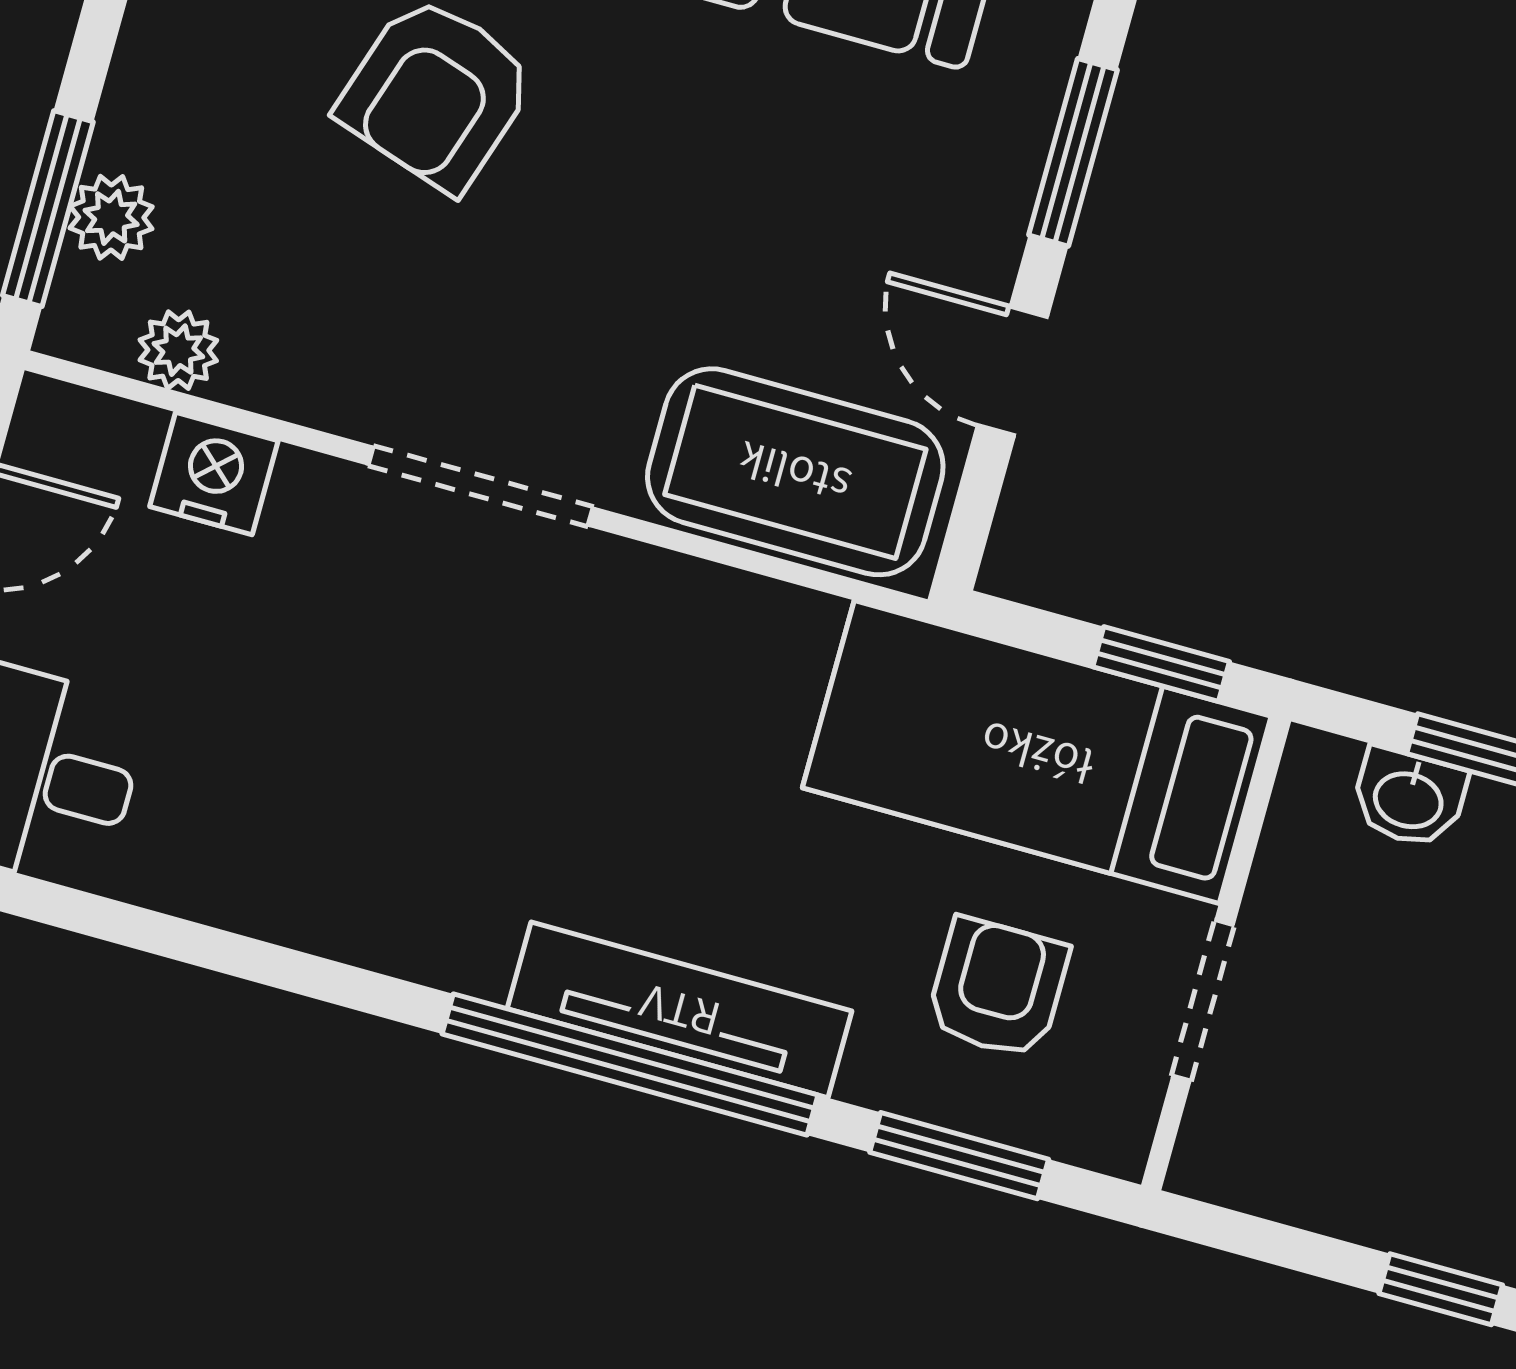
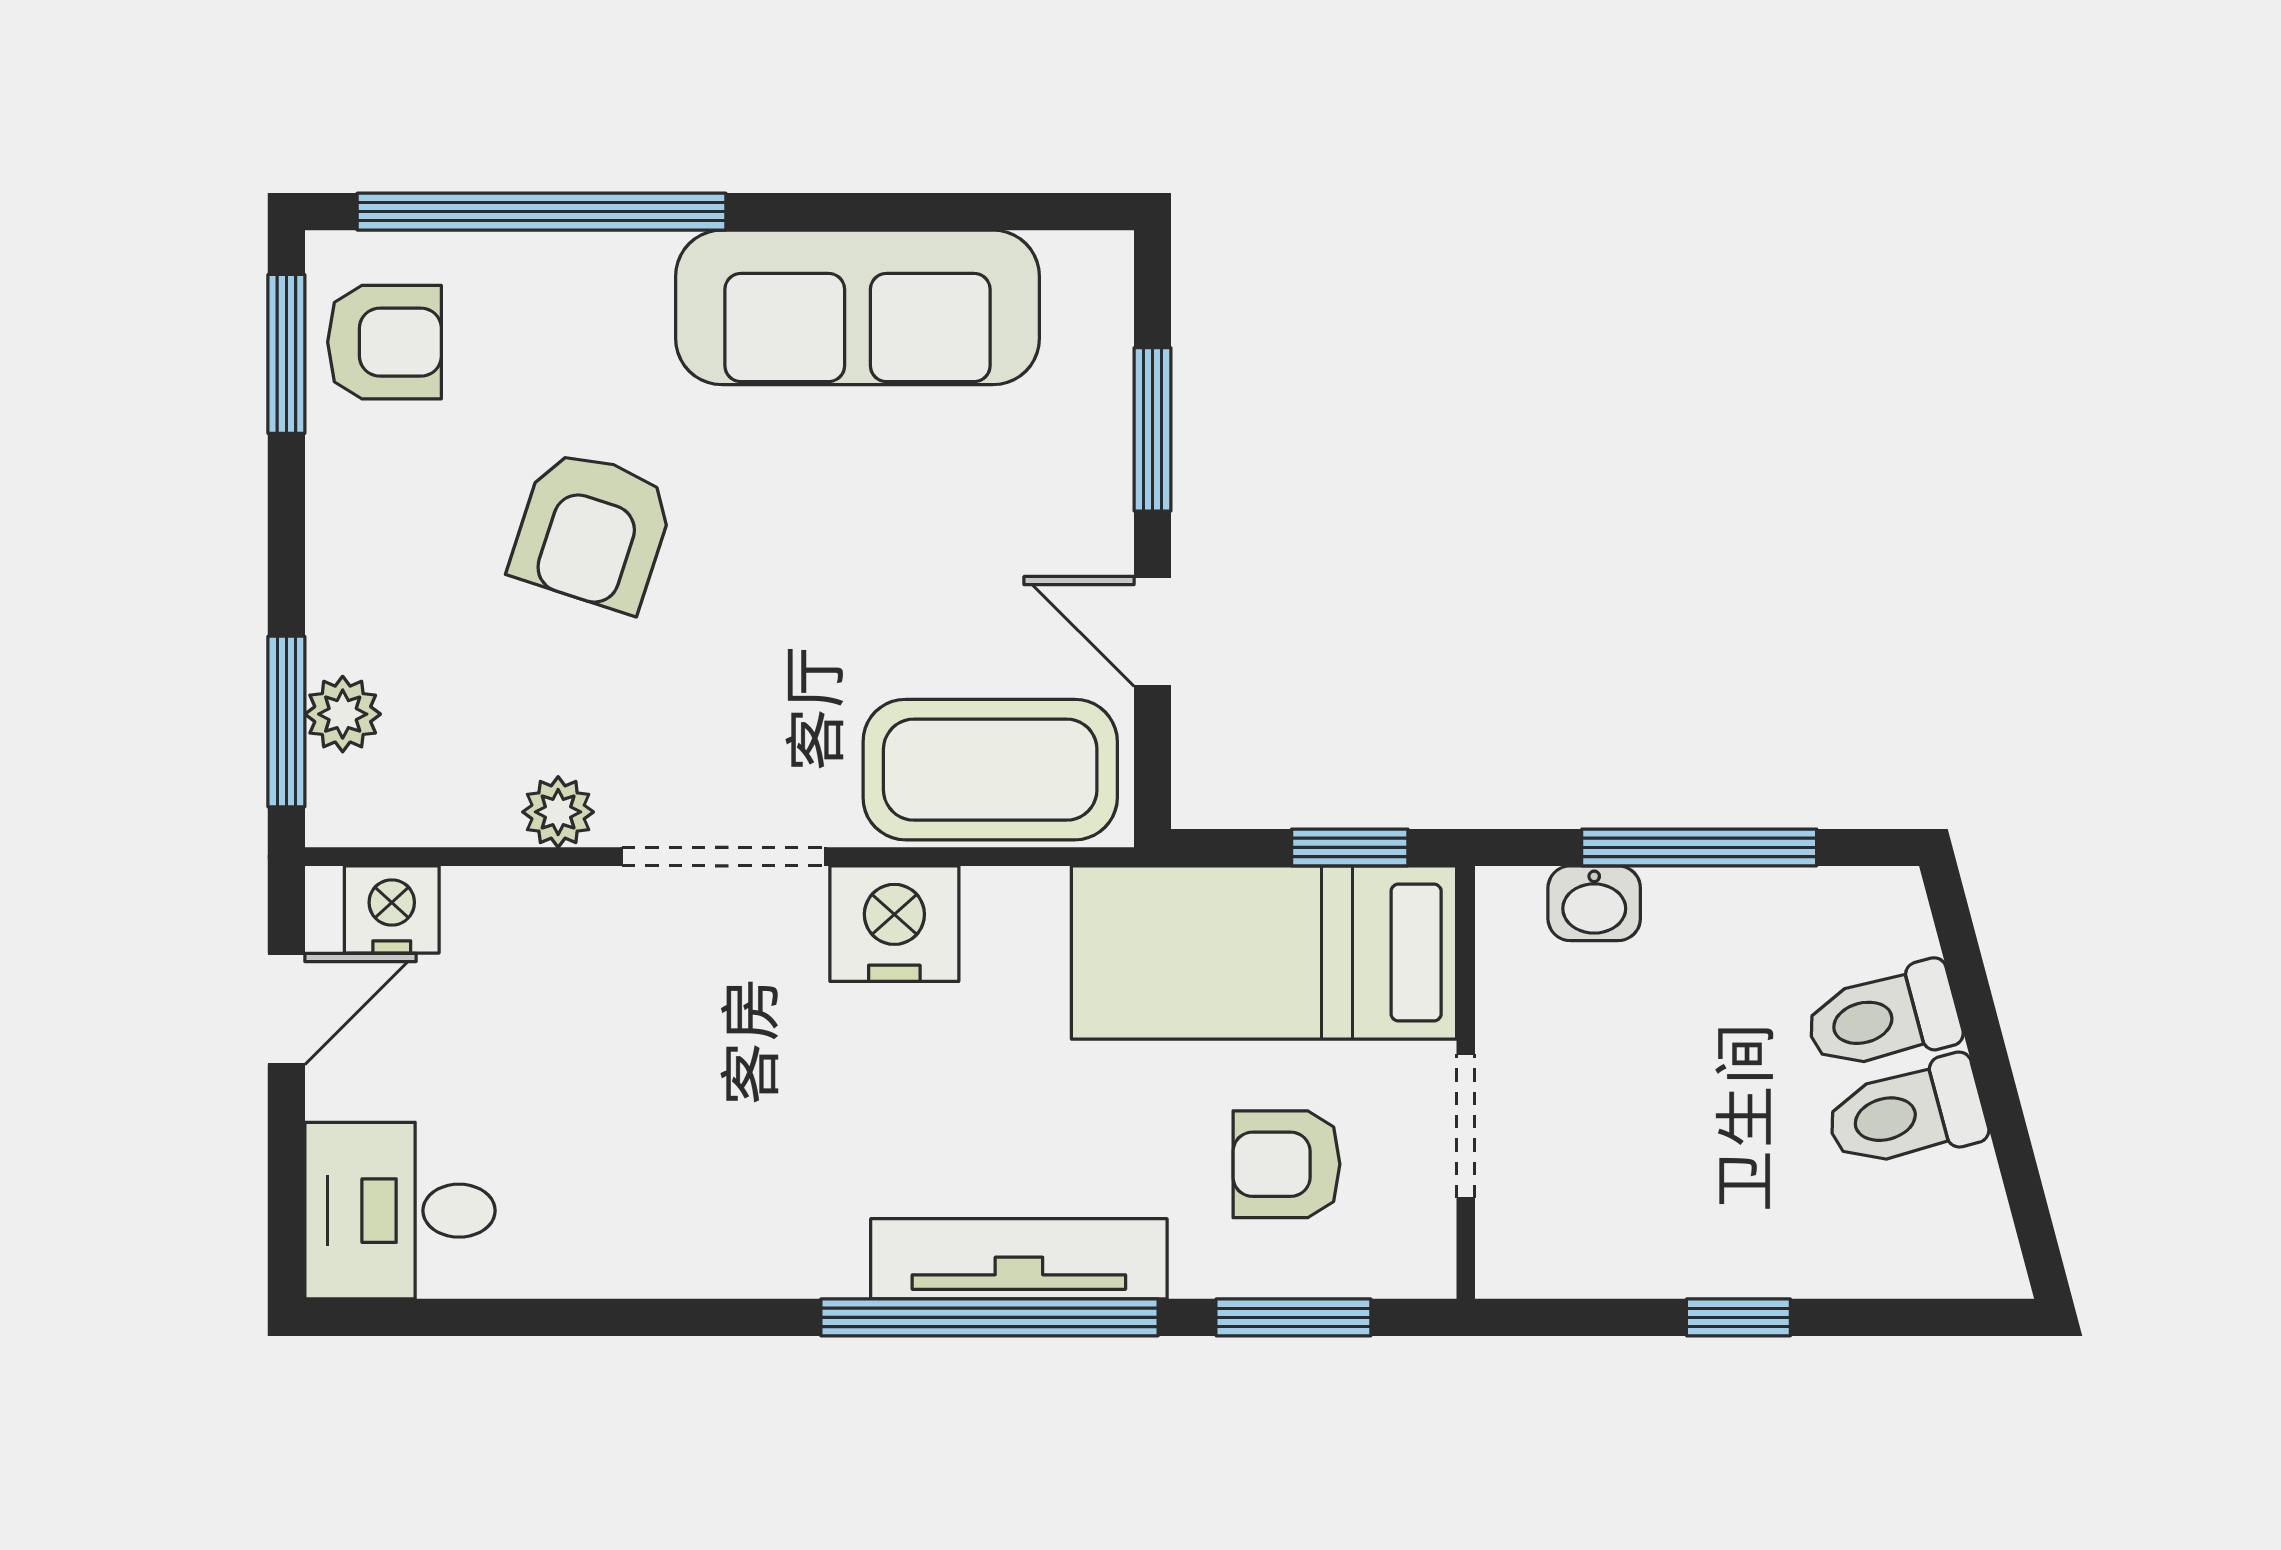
plant: (178, 350) -> (558, 812), moved
nightstand: (214, 474) -> (392, 909), moved
nightstand: (645, 610) -> (894, 924), added
armchair: (998, 988) -> (1287, 1164), turned -90

